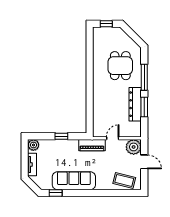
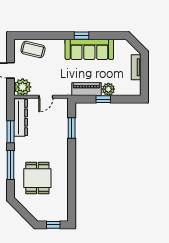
dresser: (135, 104) -> (21, 118), moved
window: (90, 110) -> (72, 128), added
plant: (33, 145) -> (108, 89), moved
piano: (92, 145) -> (86, 89), moved
window: (56, 193) -> (81, 36), moved

